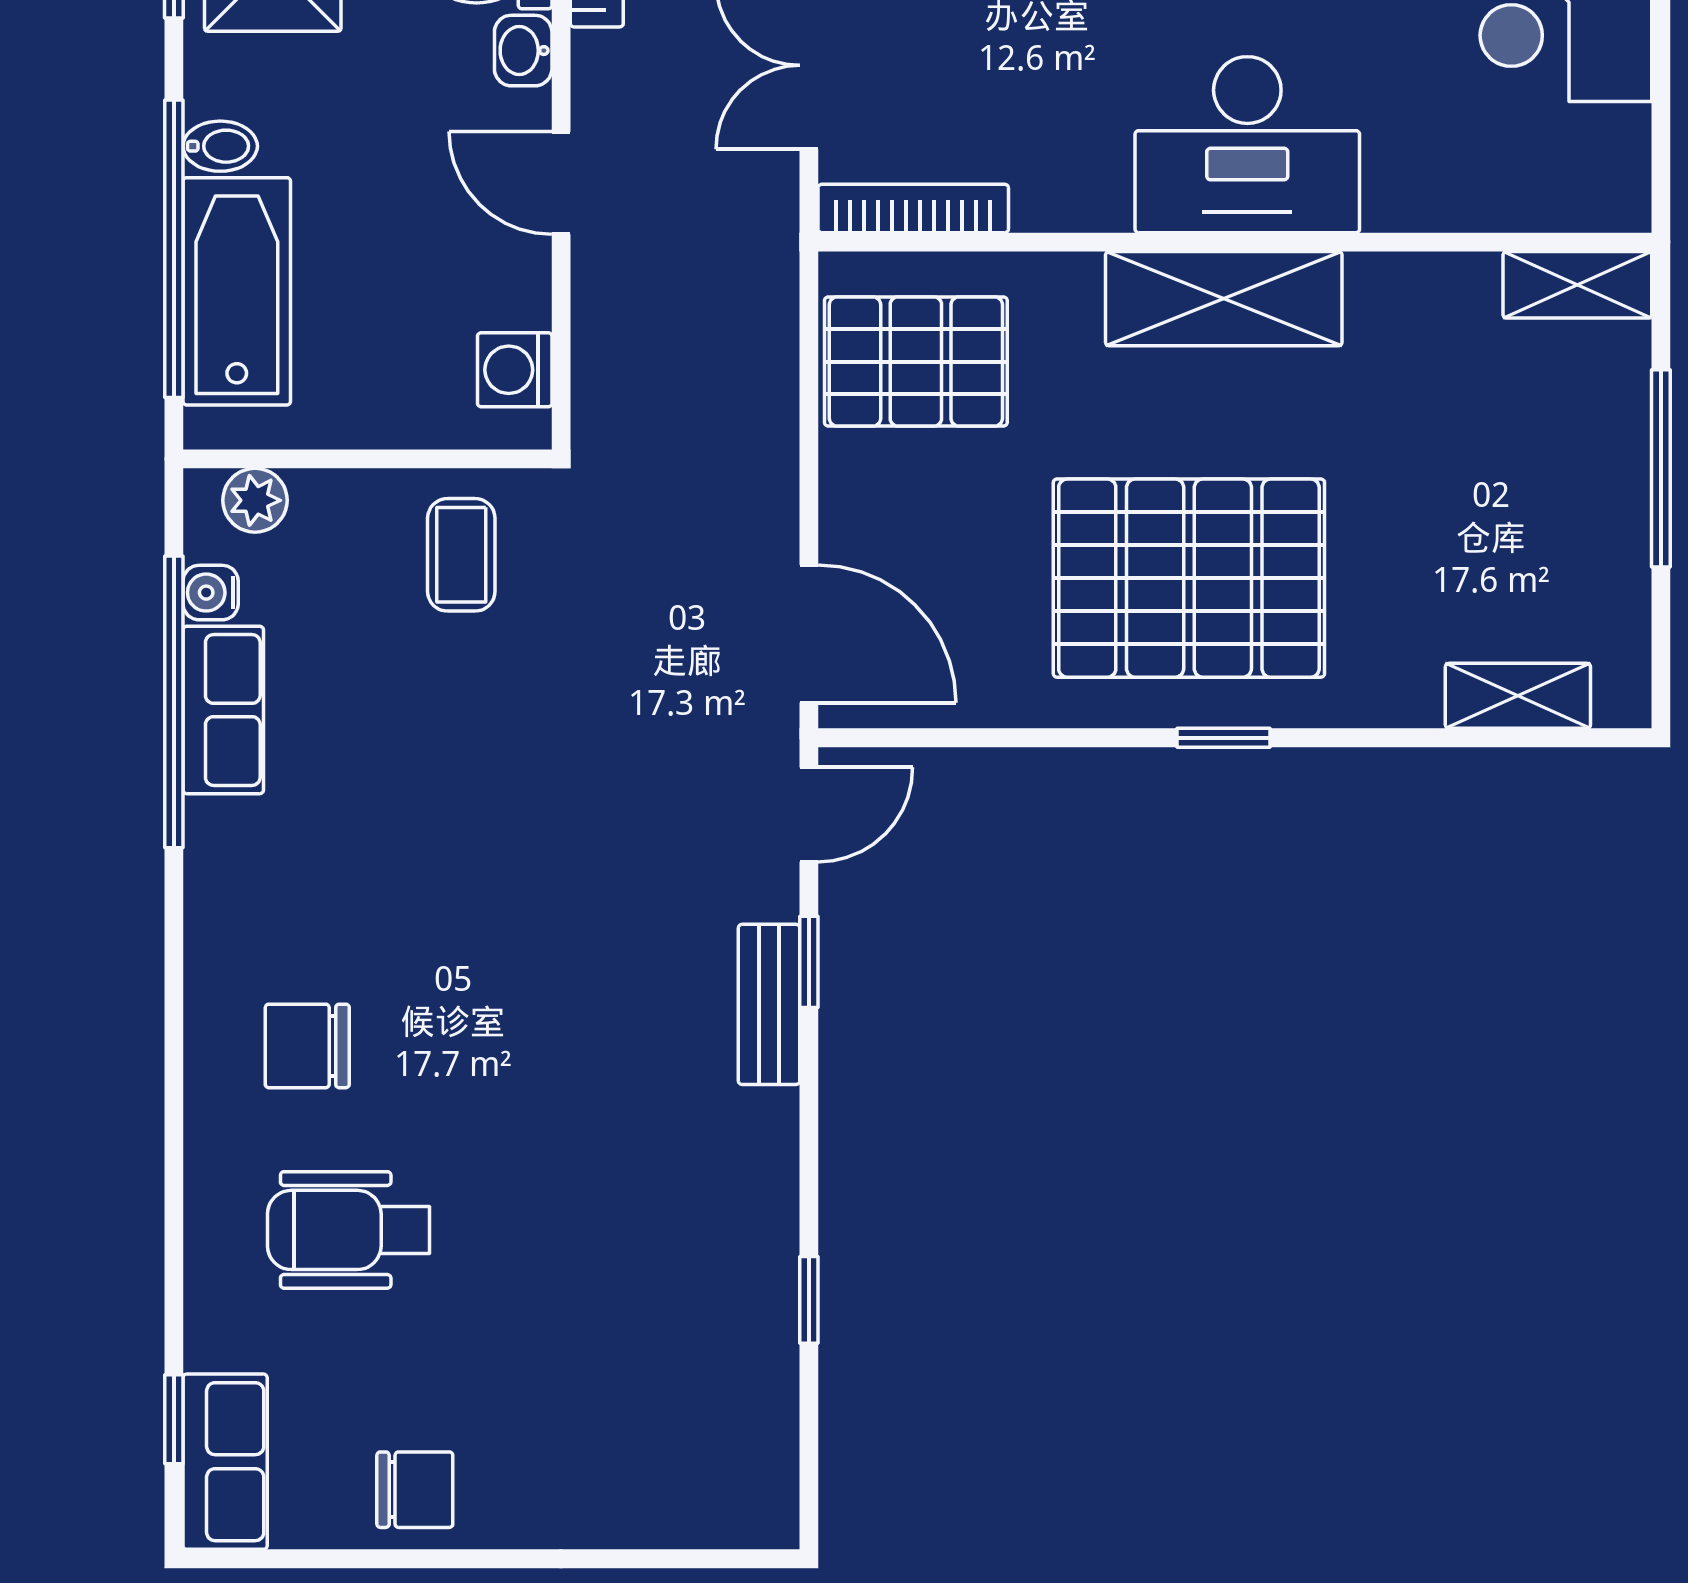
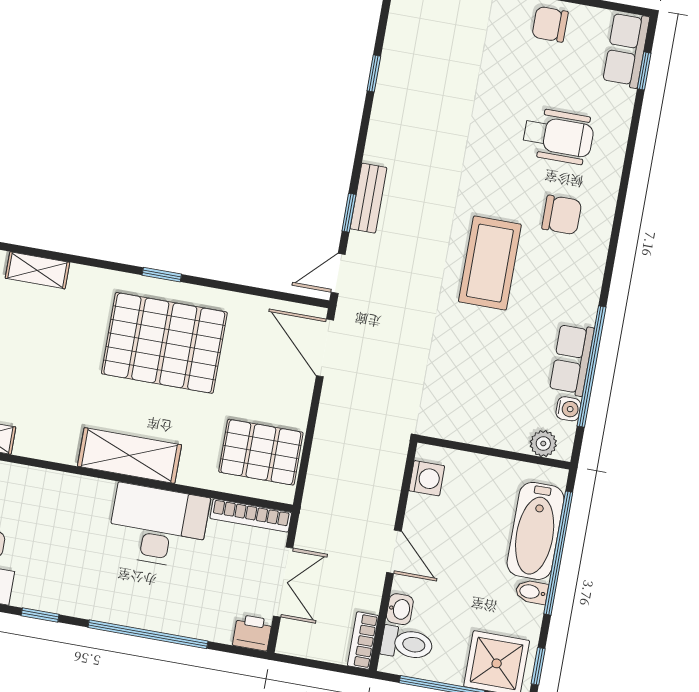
desk: (1247, 145) -> (158, 526), moved
coffee table: (461, 555) -> (490, 263), moved, width x1.86, depth x1.72

